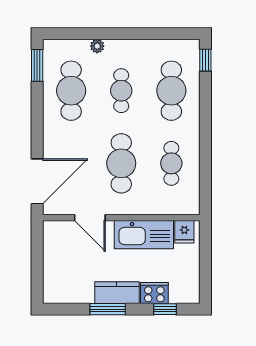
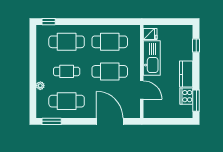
cafe table: (171, 163) -> (110, 42), width x1.37, depth x1.35
door: (37, 181) -> (110, 121), moved
door: (90, 218) -> (142, 90), hinge flipped
cooker: (154, 293) -> (186, 96), moved
window: (108, 309) -> (196, 101), moved

